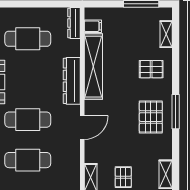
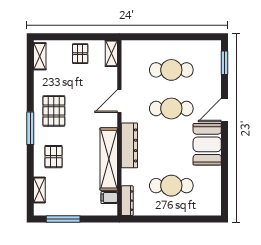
pallet: (151, 69) -> (54, 157), turned 90
window: (176, 112) -> (30, 128), moved

